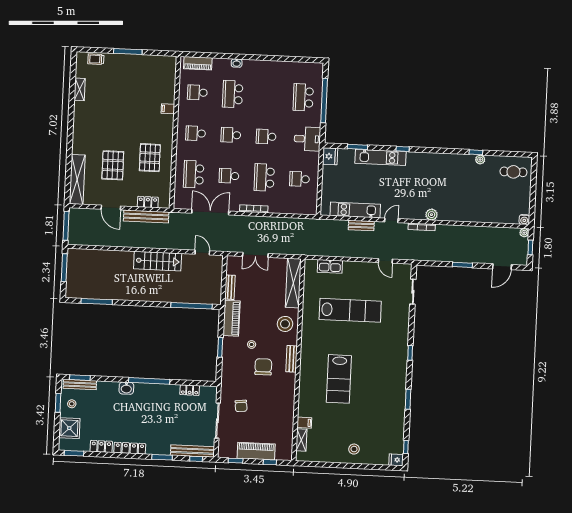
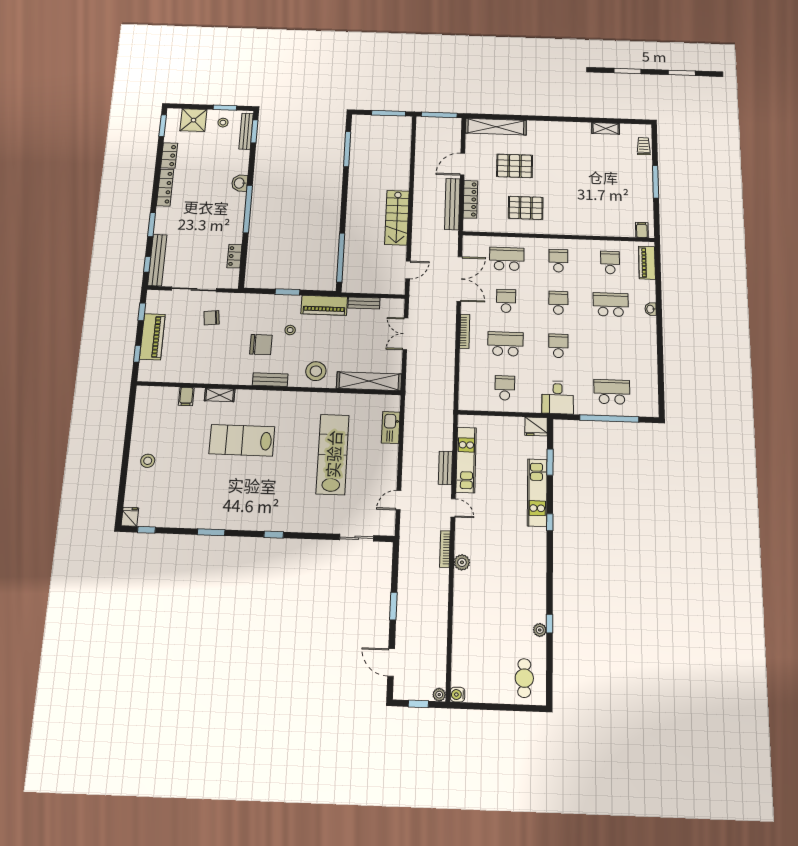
filing cabinet: (168, 109) -> (642, 230), moved
locker: (148, 202) -> (470, 199), width x1.53
lab bench: (350, 310) -> (333, 454), turned 180
shelving: (301, 440) -> (220, 395), moved

